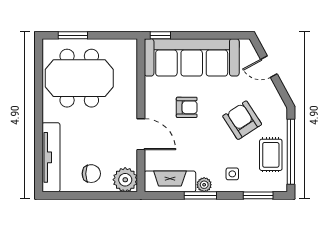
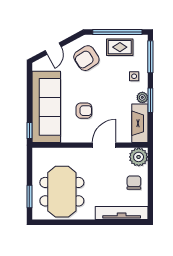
armchair: (187, 107) -> (84, 111), turned 90
armchair: (242, 120) -> (86, 58), moved
window: (258, 195) -> (150, 57), width x1.44

